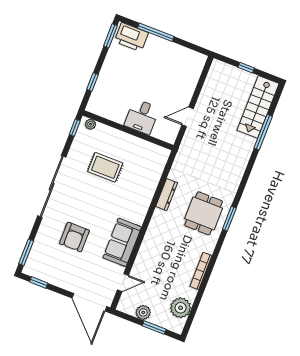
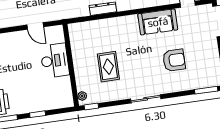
window: (92, 82) -> (38, 114), moved
desk: (142, 117) -> (55, 61), width x1.37
sliding door: (52, 187) -> (146, 99), width x0.54

